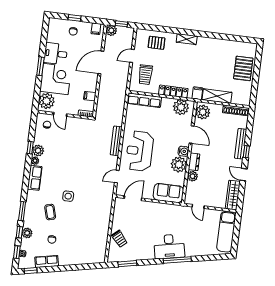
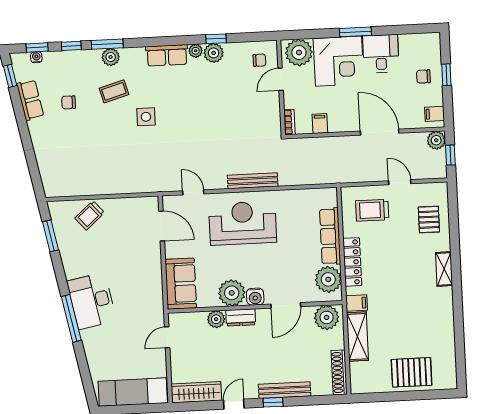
row of seats: (144, 100) -> (330, 236), moved
plant: (27, 233) -> (111, 57), moved

